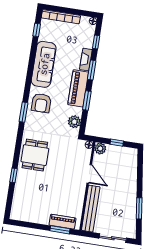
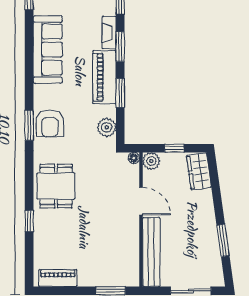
armchair: (41, 103) -> (50, 123), moved
wardrobe: (131, 160) -> (199, 171), added
piano: (63, 222) -> (58, 278), moved

